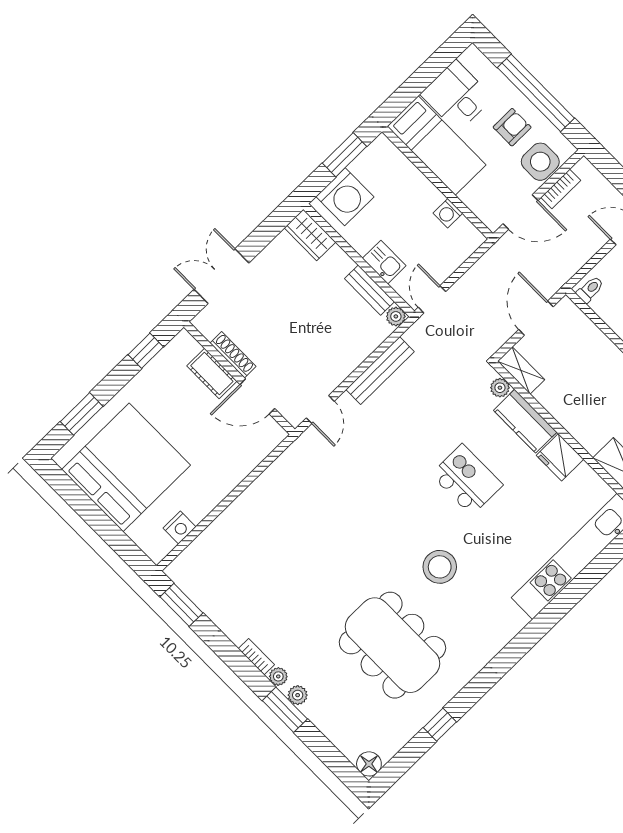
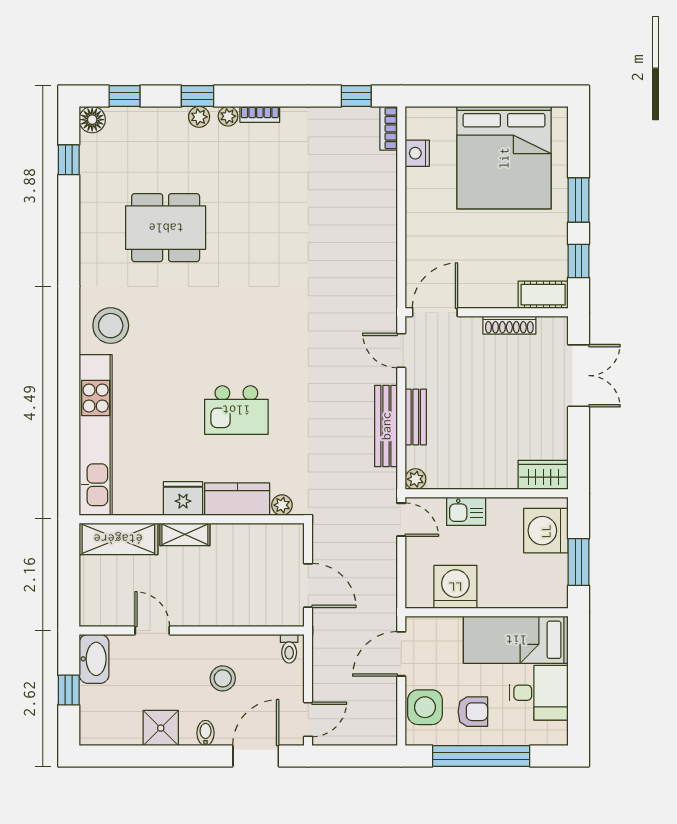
armchair: (512, 127) -> (473, 712), turned -90
bookcase: (561, 189) -> (389, 128), moved
washing machine: (448, 213) -> (455, 587), width x1.89, depth x1.89
bench: (370, 290) -> (416, 417), moved, turned 90
shelving: (521, 370) -> (185, 534), moved
cot: (212, 374) -> (543, 295), moved
door: (257, 396) -> (435, 312), moved
window: (82, 414) -> (579, 200), moved
stool: (440, 567) -> (111, 326), moved
window: (181, 605) -> (356, 96), width x0.67
dining table: (392, 645) -> (166, 228), width x0.73, depth x0.80
window: (285, 710) -> (198, 96), width x0.67
window: (440, 725) -> (69, 160), moved
window: (332, 758) -> (124, 96), added

